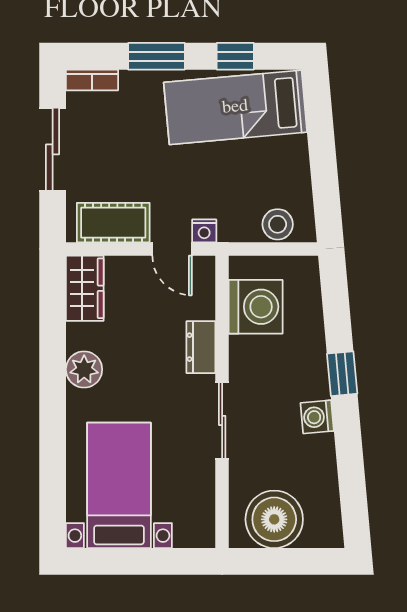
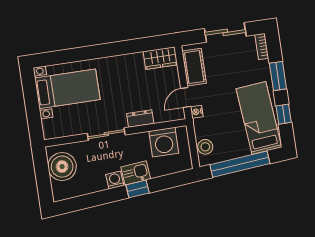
window: (323, 160) -> (240, 164), added
plant: (84, 369) -> (121, 64), removed
kitchen sink: (309, 373) -> (136, 173), added

